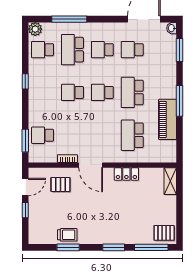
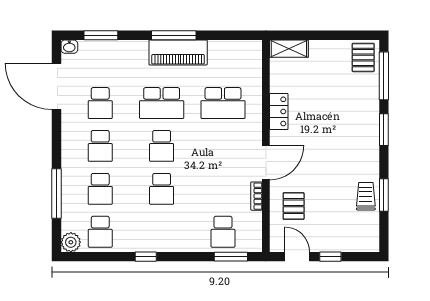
school desk: (72, 50) -> (100, 189), width x0.54
piano: (168, 119) -> (178, 52), moved

